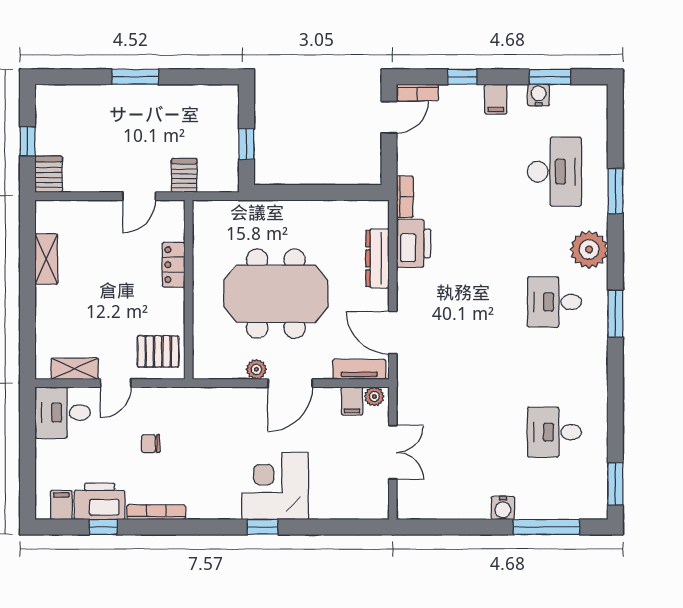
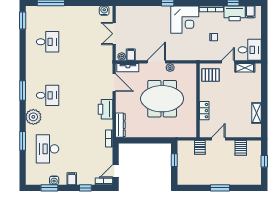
server rack: (49, 174) -> (241, 148), moved
printer: (414, 243) -> (105, 109), moved
dresser: (377, 258) -> (120, 125), moved
corner desk: (275, 486) -> (185, 20), moved
water cooler: (503, 508) -> (104, 11), moved

